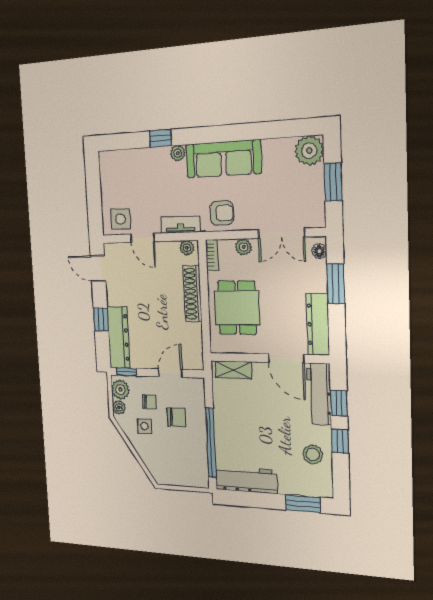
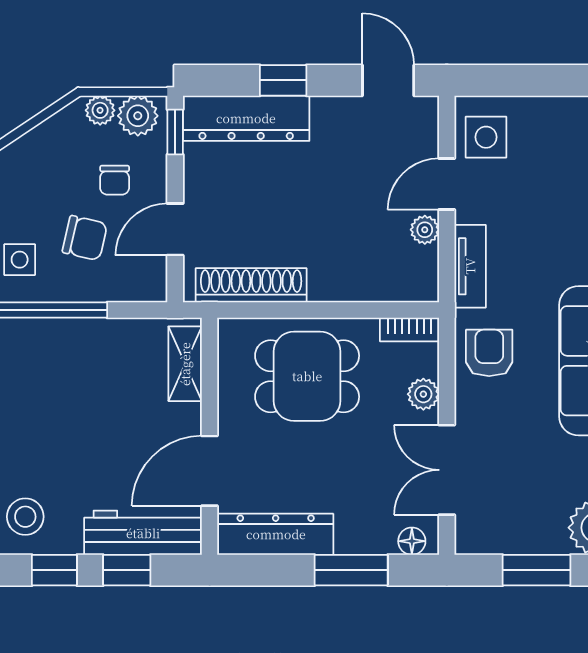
armchair: (222, 213) -> (489, 353), turned 180
plant: (187, 248) -> (425, 230), moved
door: (98, 268) -> (388, 80), hinge flipped
shoe rack: (192, 294) -> (251, 285), moved
door: (170, 373) -> (175, 229), swing flipped
chair: (176, 417) -> (85, 238), turned -77
side table: (144, 426) -> (20, 260), moved

